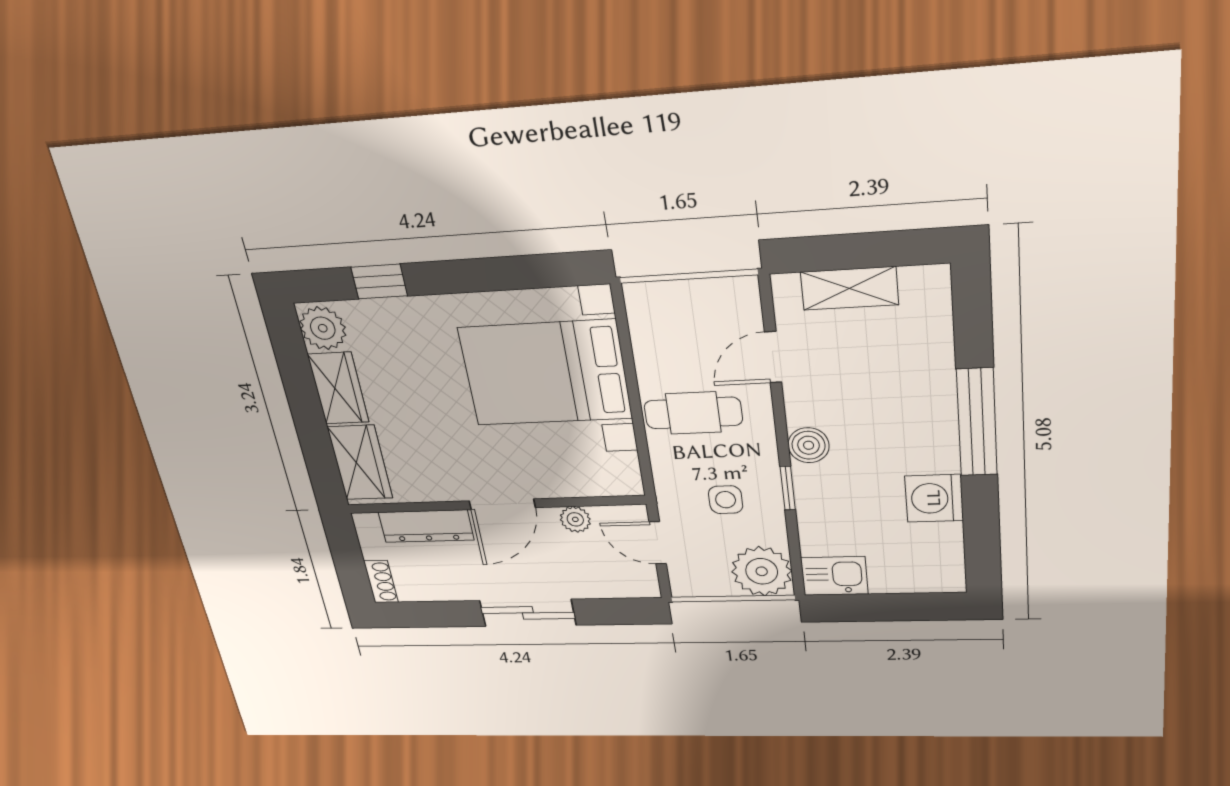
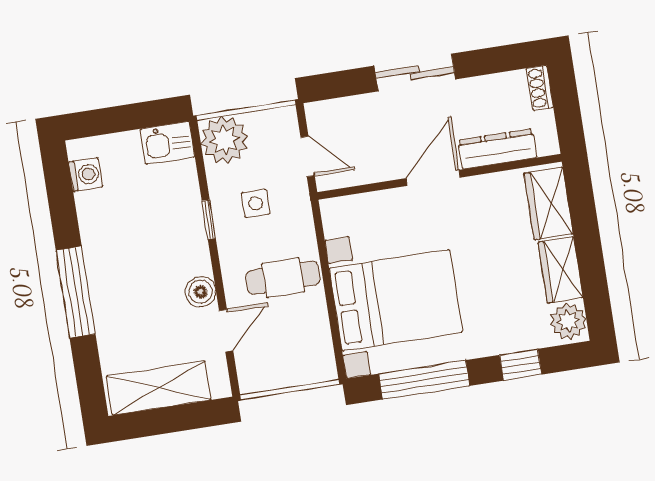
window: (505, 273) -> (424, 380), added
shelving: (849, 288) -> (159, 388), width x1.50, depth x1.33
boiler: (809, 445) -> (201, 292), moved
washing machine: (934, 498) -> (86, 175), moved, width x0.73, depth x0.73
plant: (575, 519) -> (374, 171), removed

